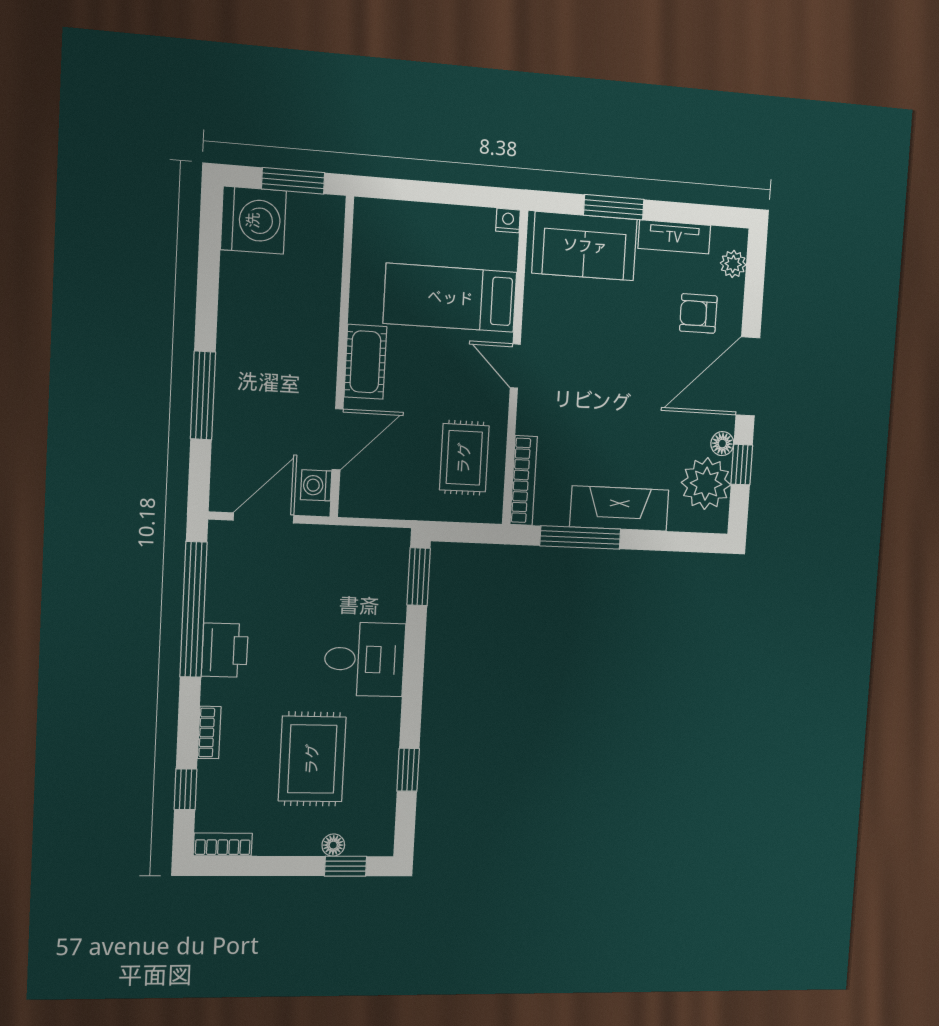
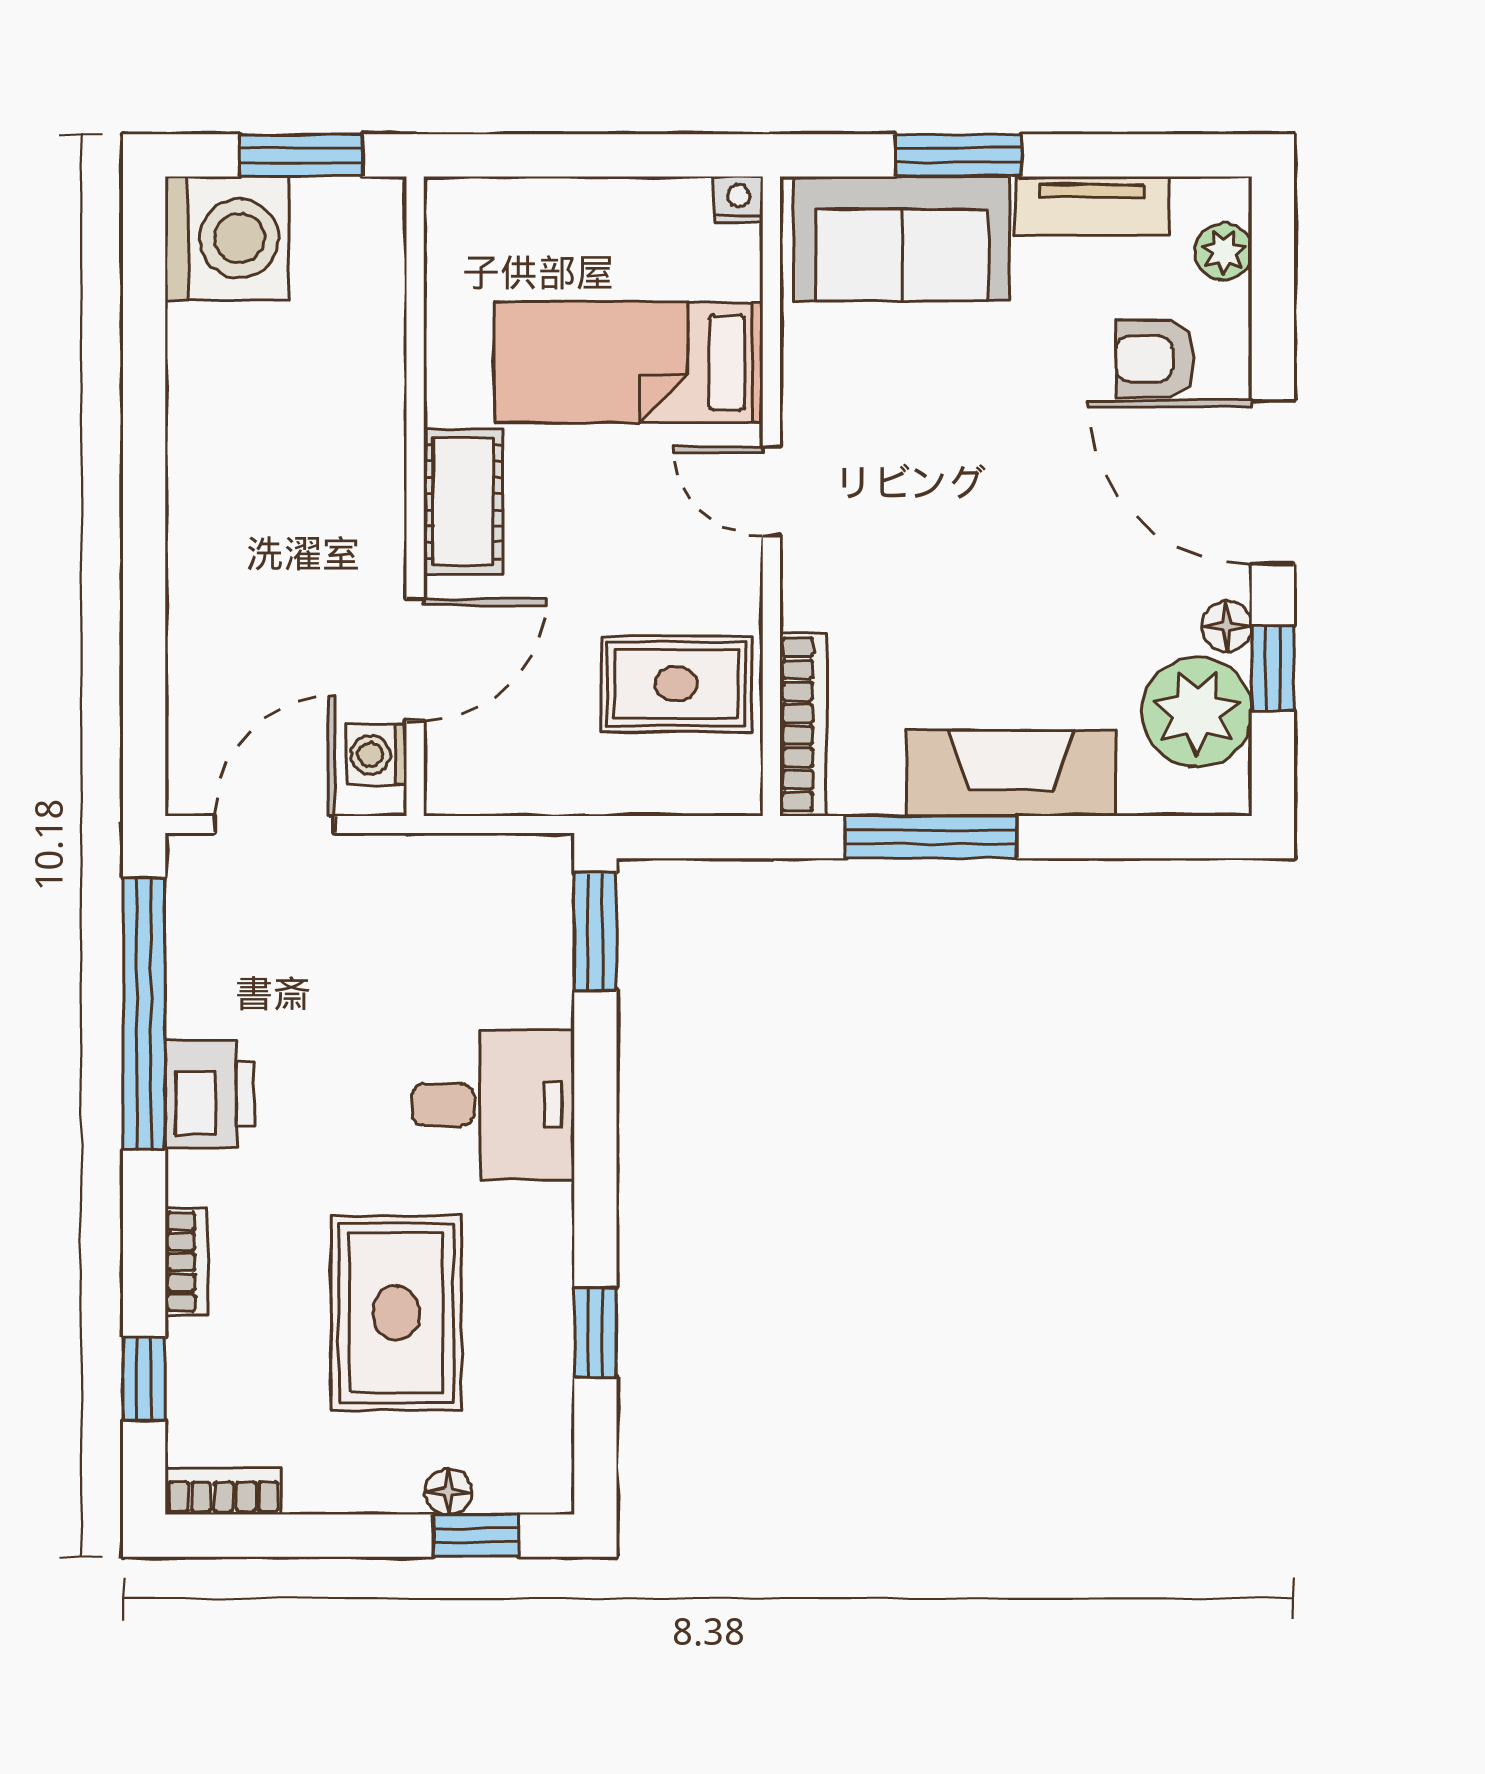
door: (748, 376) -> (1273, 482), hinge flipped
window: (203, 395) -> (144, 587), removed
rug: (464, 458) -> (676, 684), turned 90

